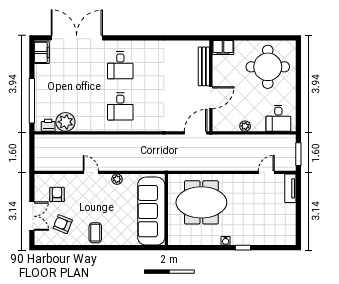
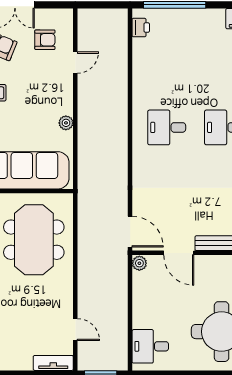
plant: (65, 122) -> (145, 51), removed
plant: (245, 126) -> (139, 263), moved
door: (91, 172) -> (75, 62), moved

